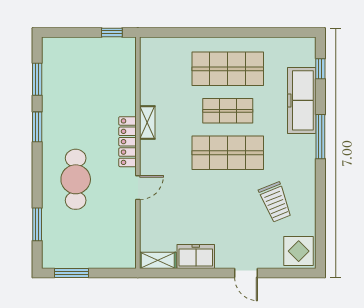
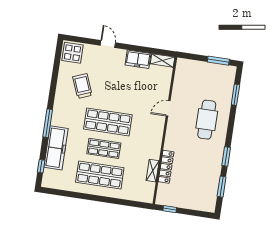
shelving: (147, 122) -> (153, 171), moved
locker: (127, 142) -> (166, 167), moved

